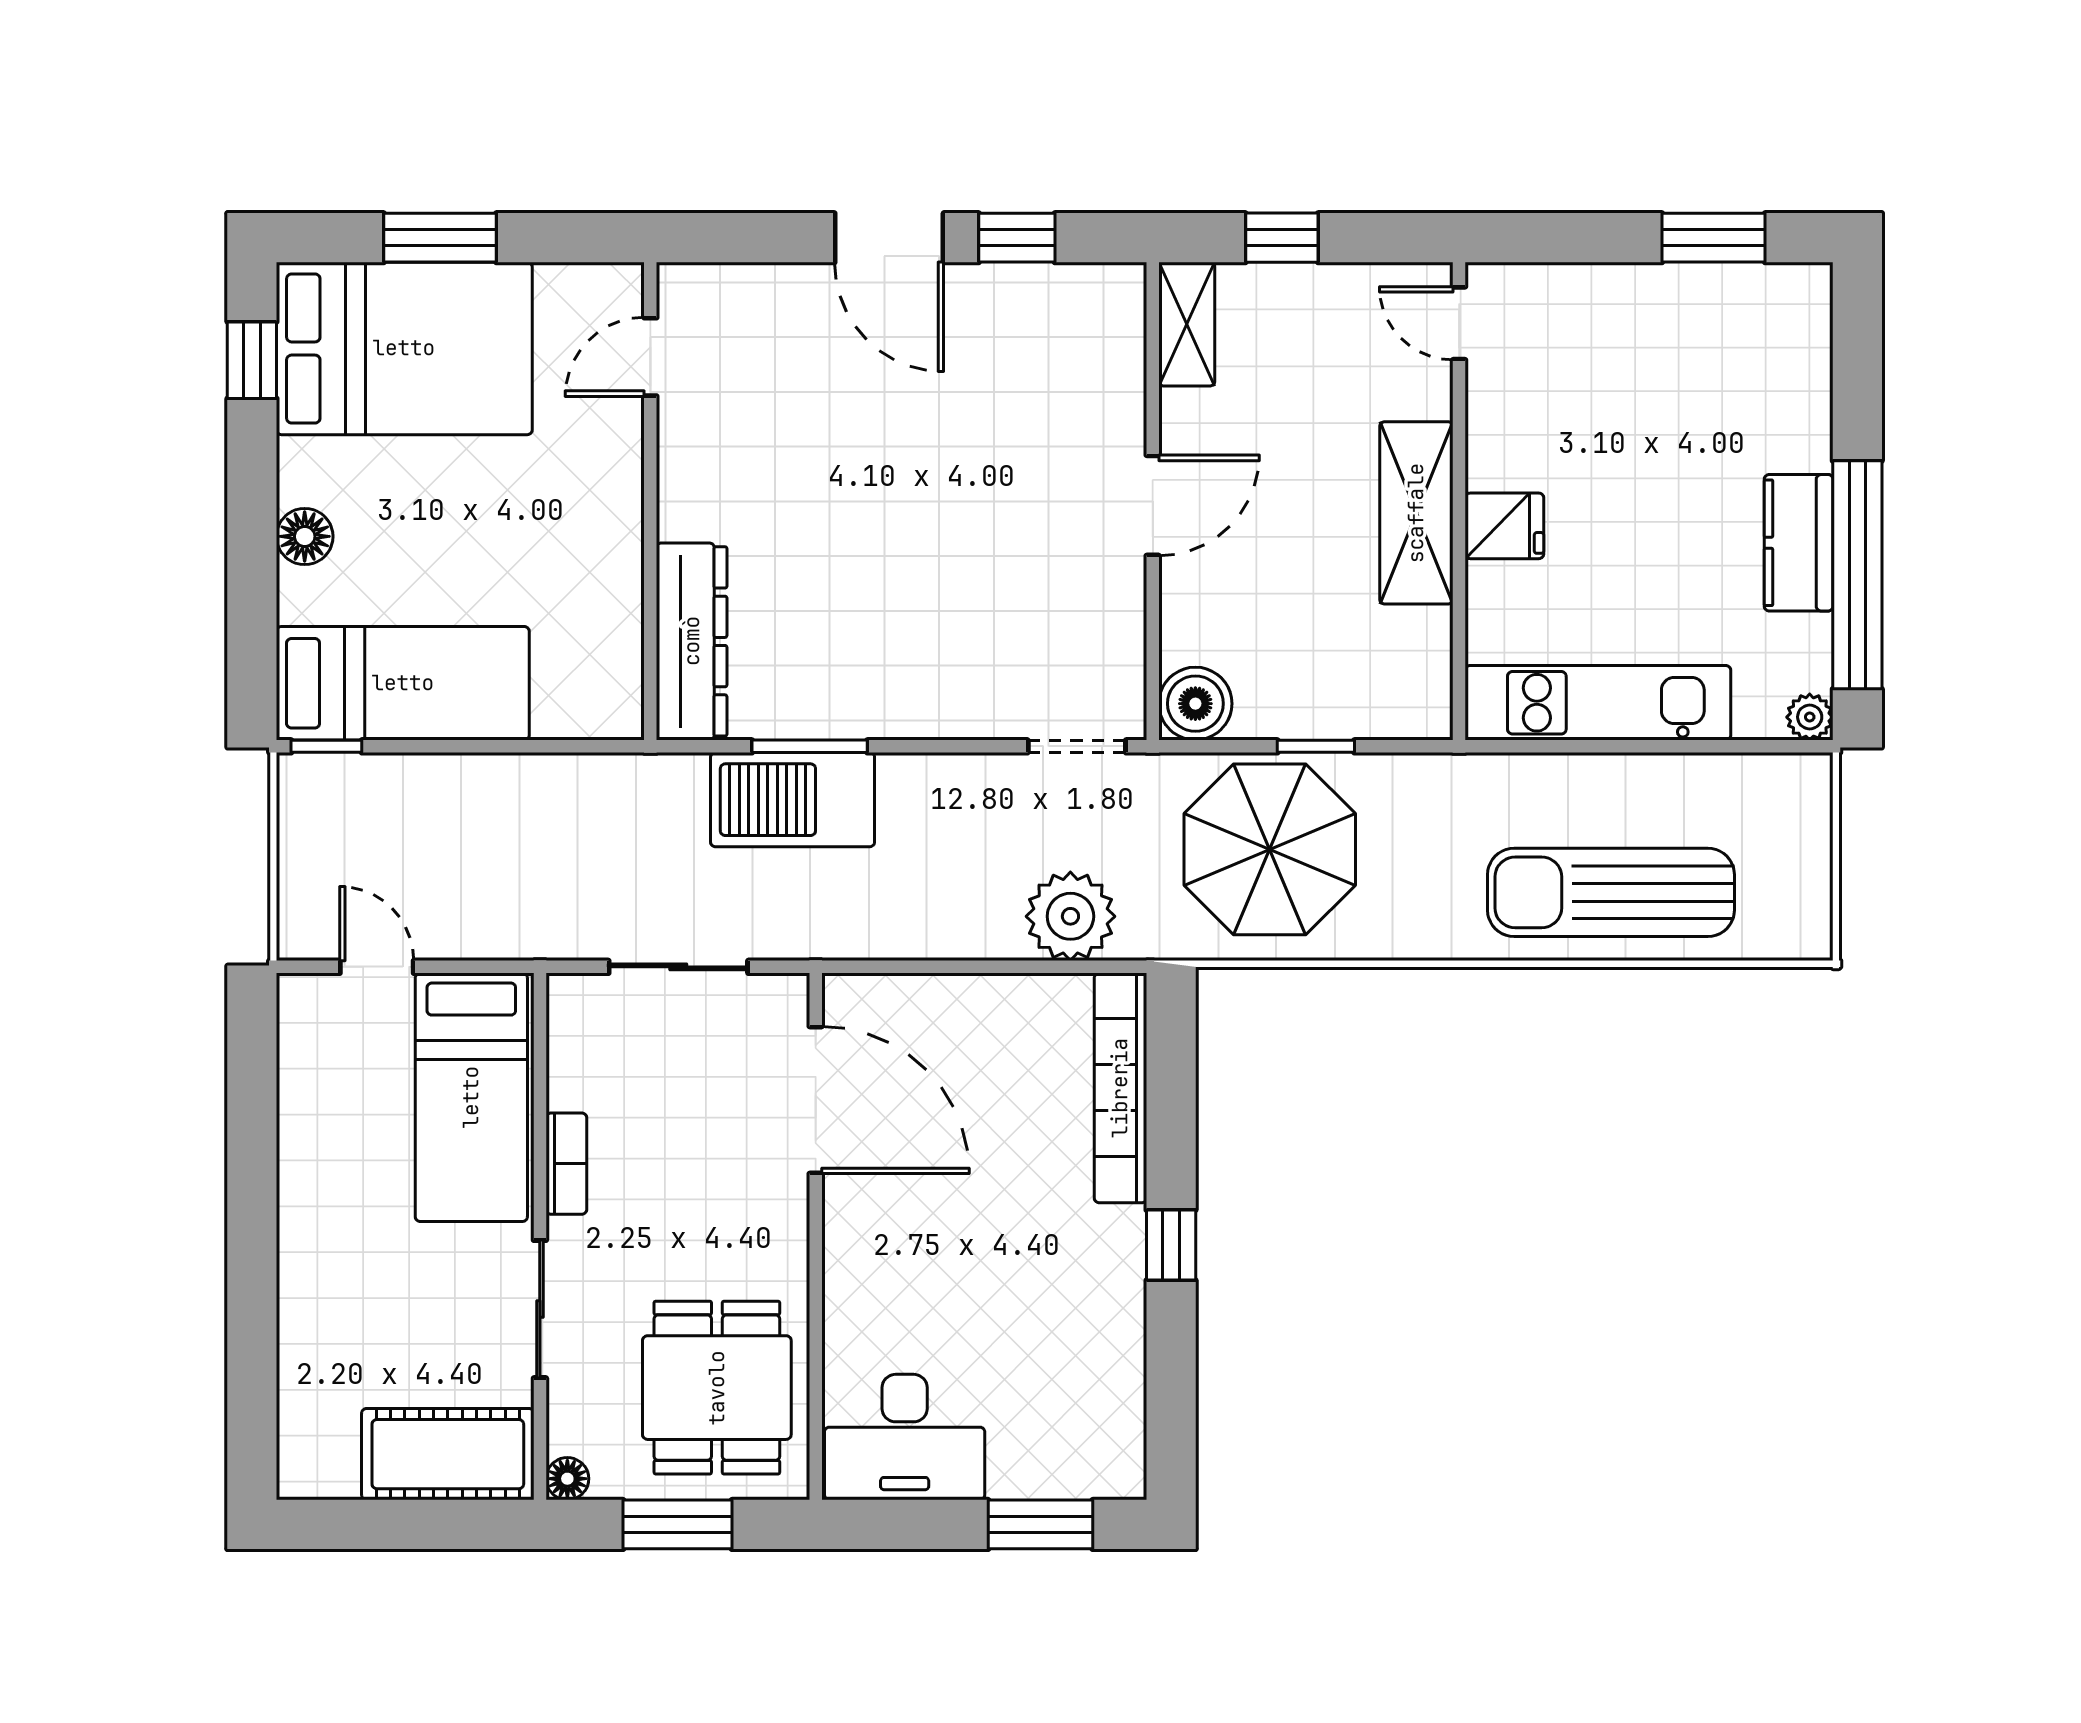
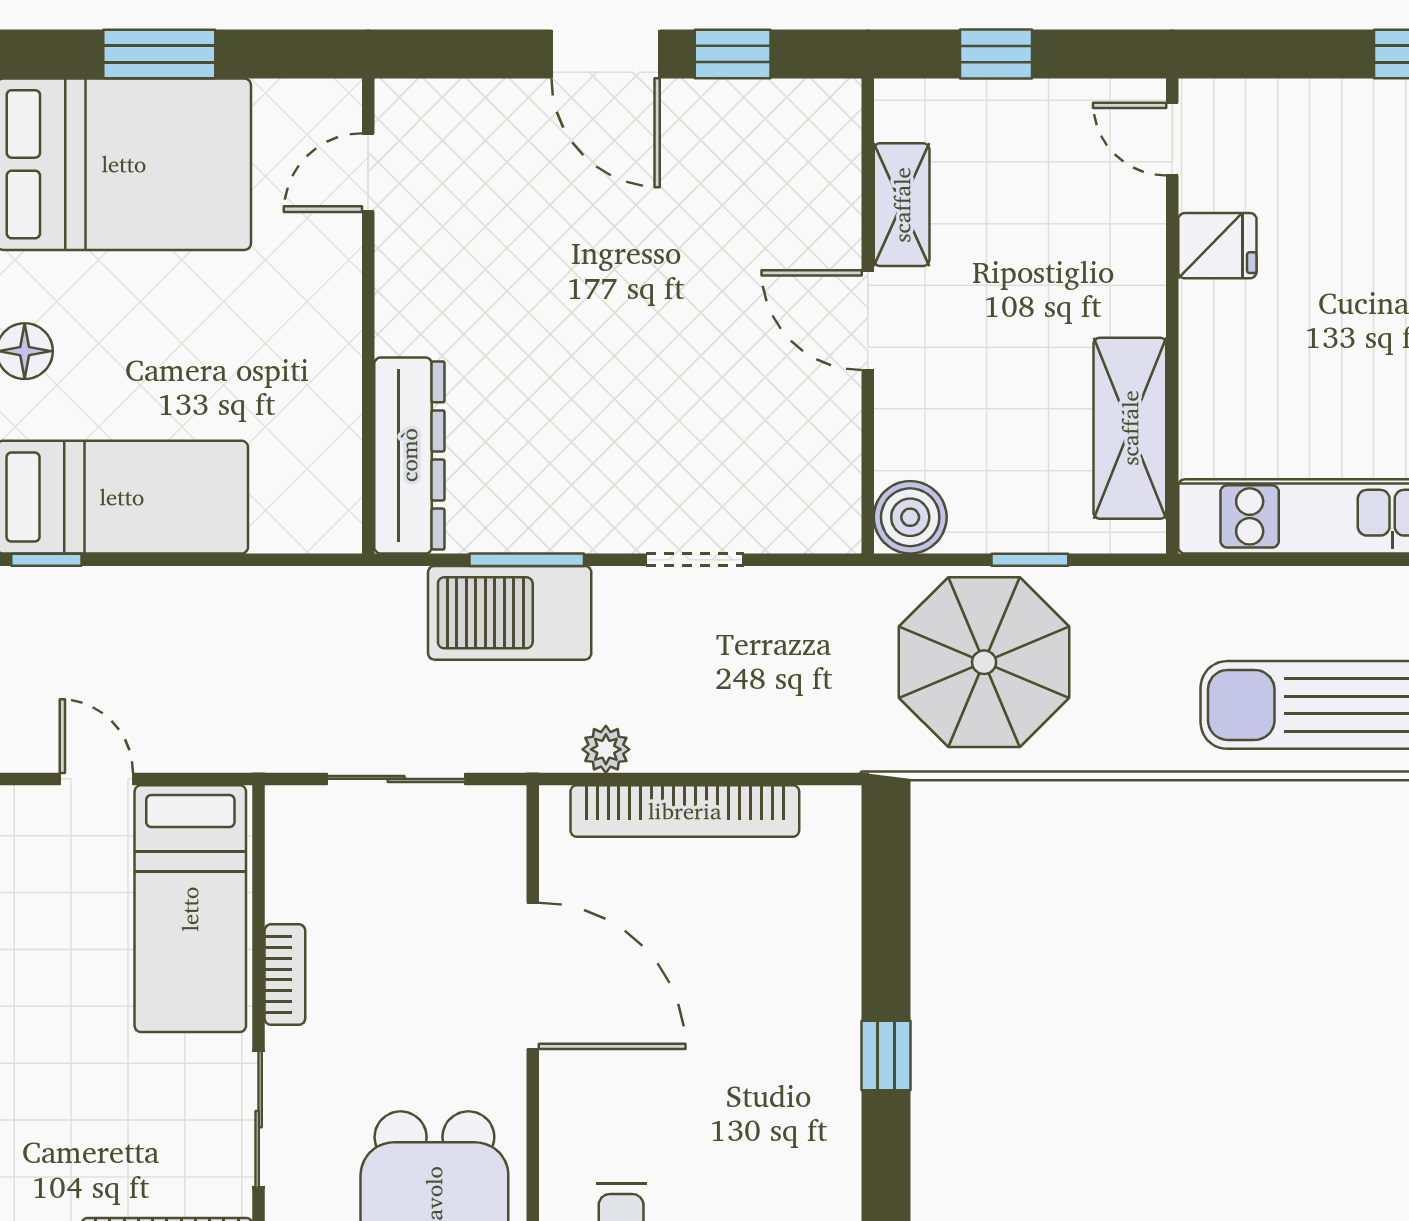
shelving: (1187, 324) -> (902, 205), moved
door: (1153, 505) -> (868, 320), swing flipped
shelving: (1416, 513) -> (1130, 428), moved
fridge: (1504, 526) -> (1217, 246), moved
doorway: (1077, 746) -> (695, 560), moved
plant: (1070, 916) -> (606, 749), moved, width x0.53, depth x0.53
bookcase: (1120, 1088) -> (685, 811), moved, turned -90
door: (816, 1100) -> (533, 976), moved

